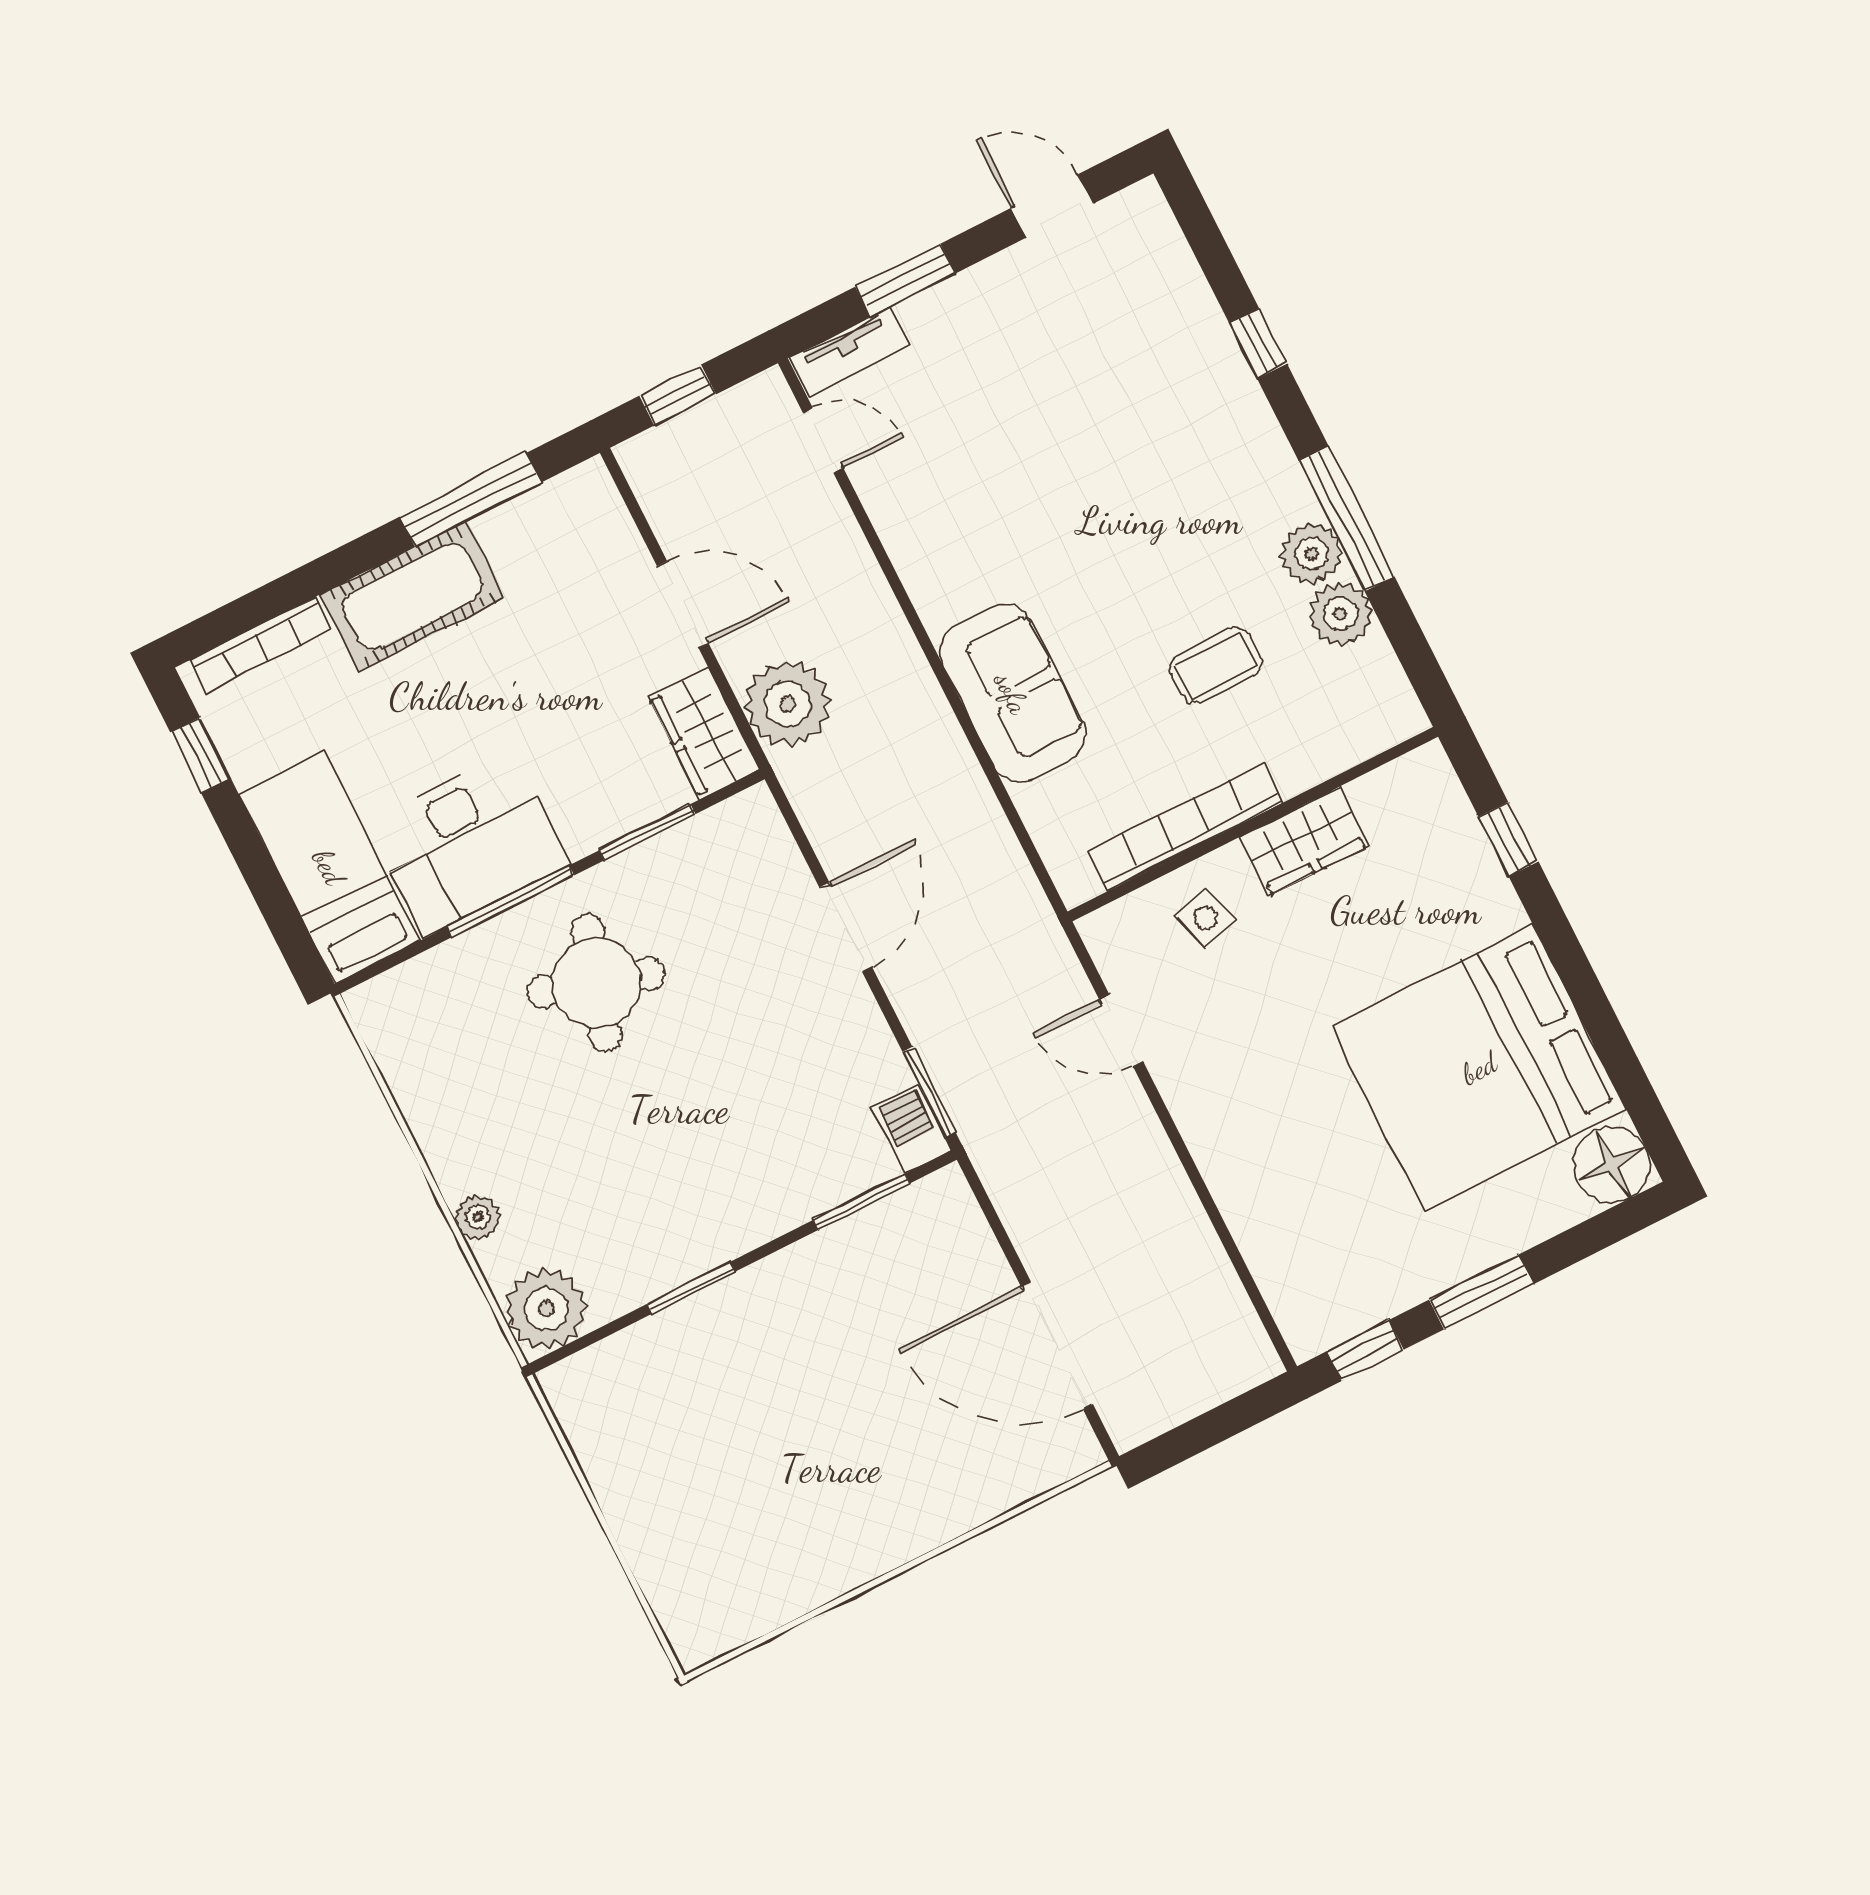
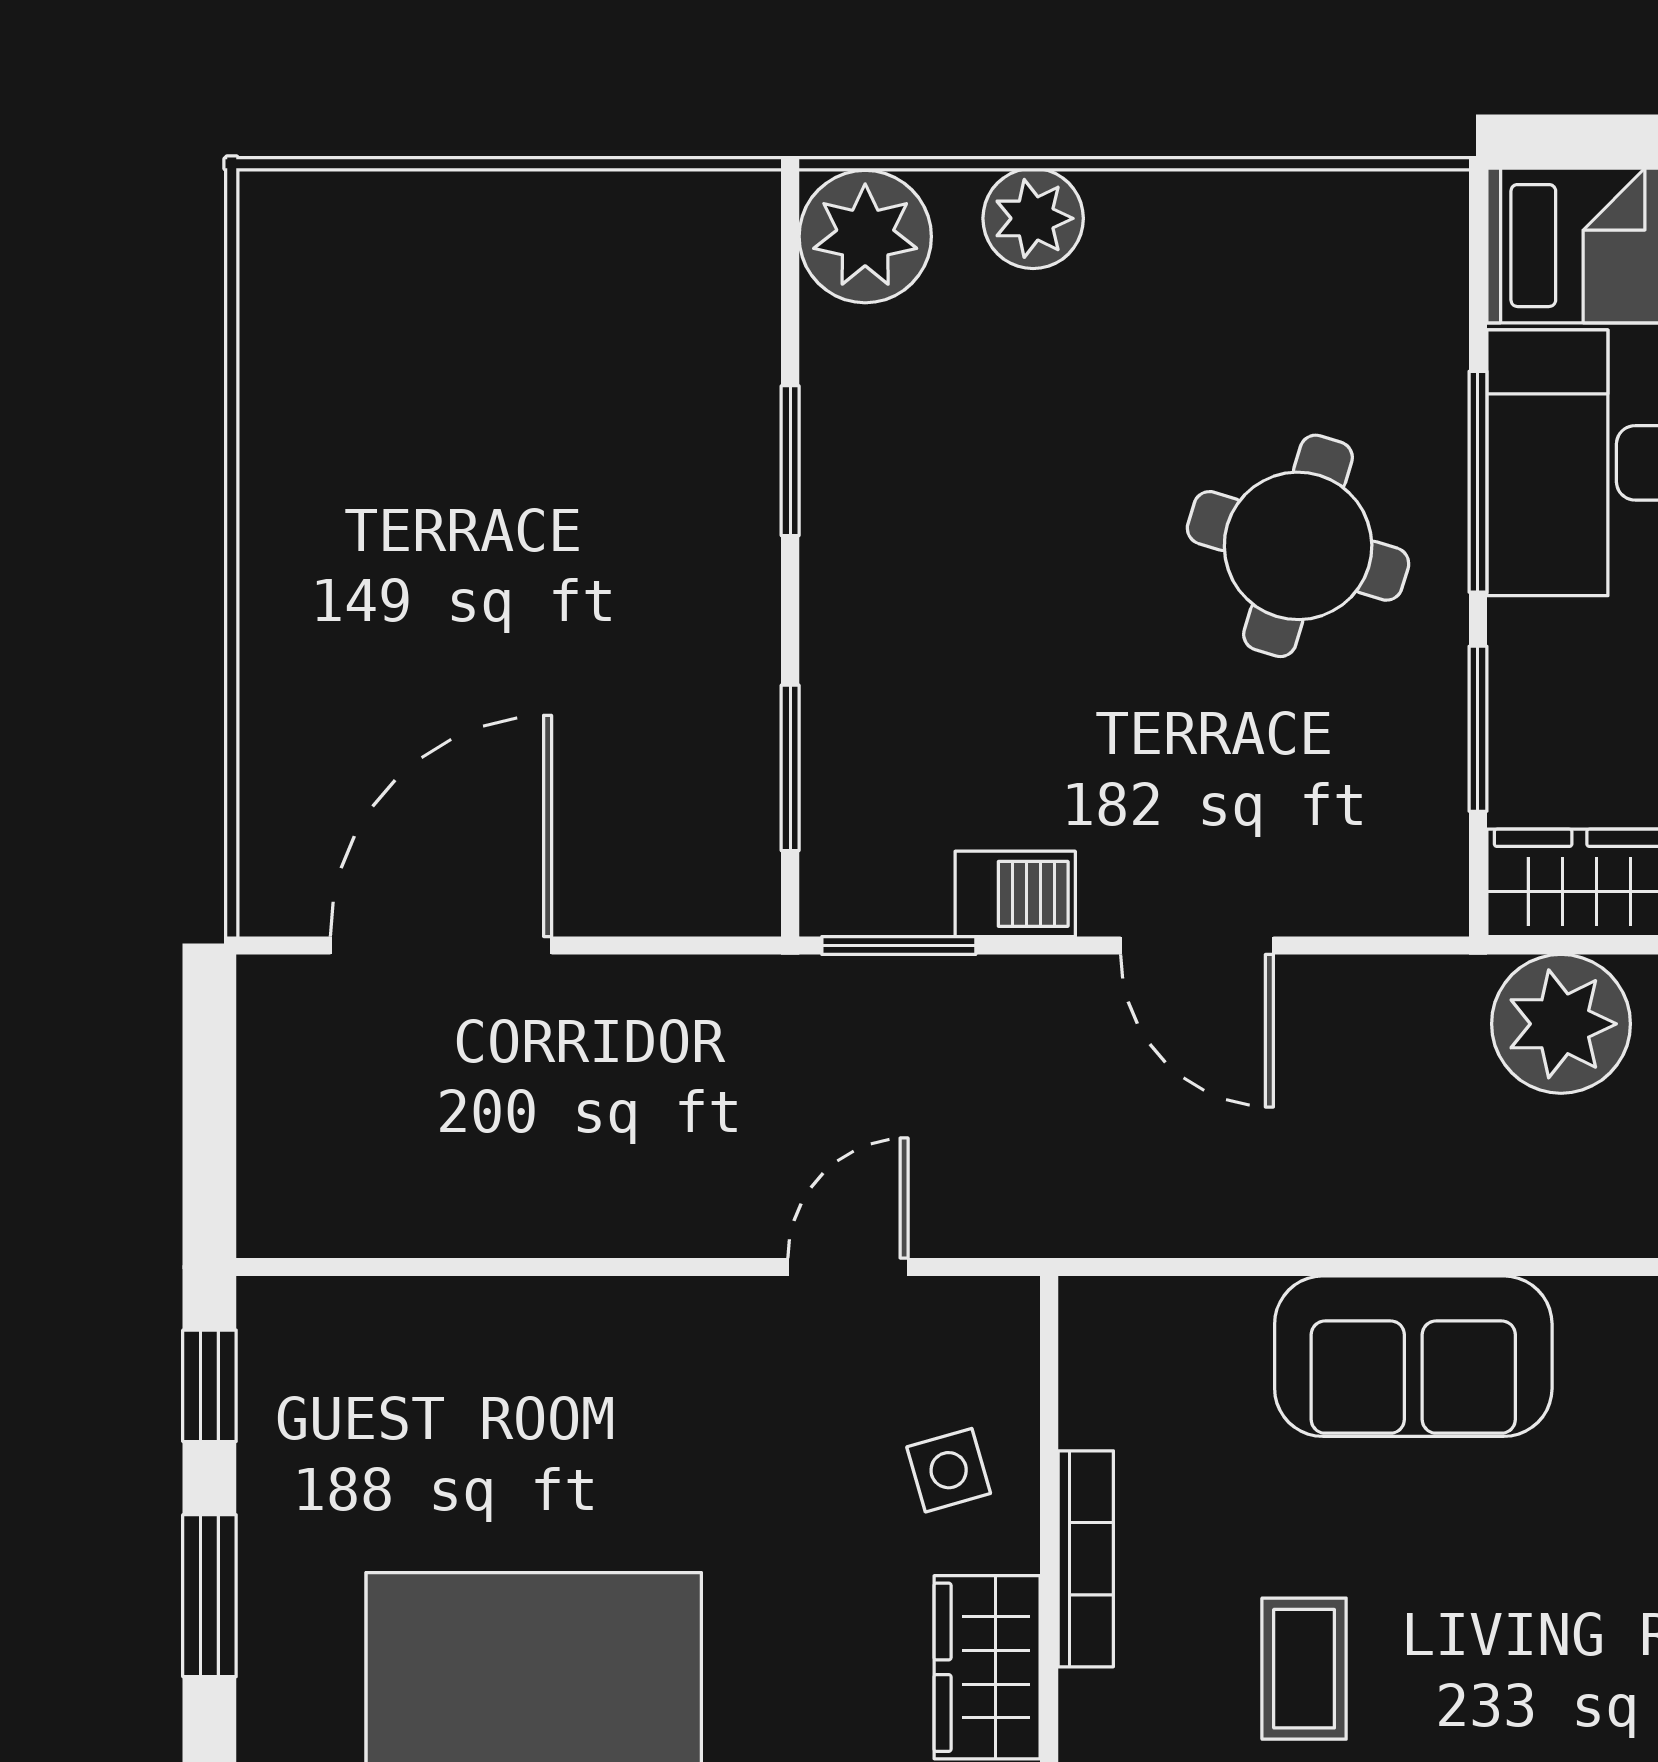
bookcase: (1185, 827) -> (1086, 1559), width x0.68, depth x0.76
barbecue: (912, 1129) -> (1015, 894), moved
plant: (478, 1217) -> (1033, 218), width x1.38, depth x1.38

